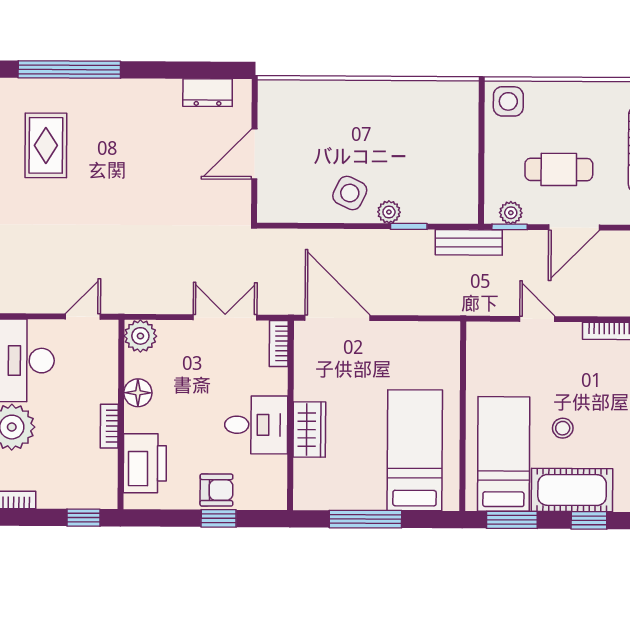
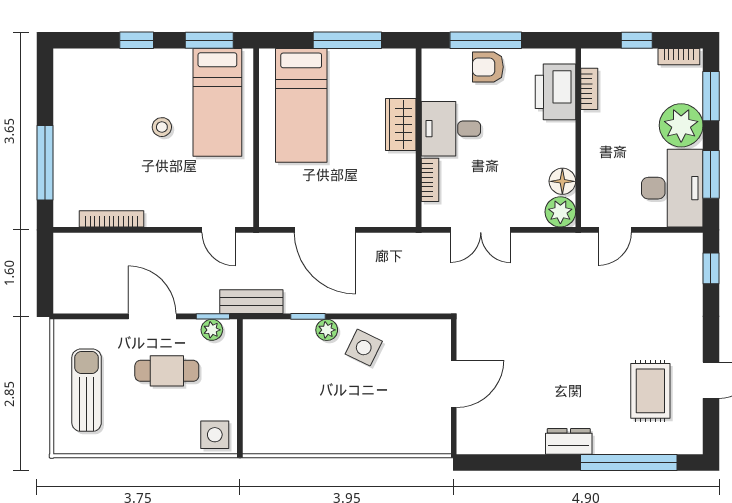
dresser: (208, 93) -> (569, 441), moved
door: (574, 227) -> (152, 316), hinge flipped
door: (338, 318) -> (325, 230), moved
door: (537, 319) -> (218, 230), moved
bookcase: (279, 344) -> (430, 180), moved
floor lamp: (138, 393) -> (562, 181), moved
bookcase: (109, 426) -> (589, 89), moved
cot: (572, 490) -> (153, 69), removed
window: (84, 518) -> (637, 40), moved
window: (219, 518) -> (486, 40), width x2.17

